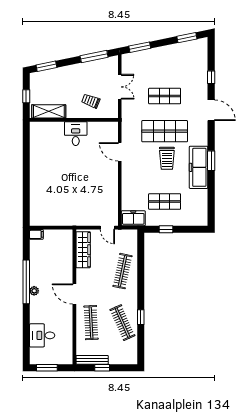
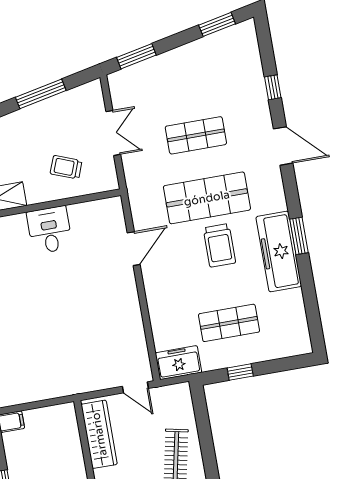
window: (94, 56) -> (41, 94), moved
door: (120, 152) -> (134, 249), swing flipped

